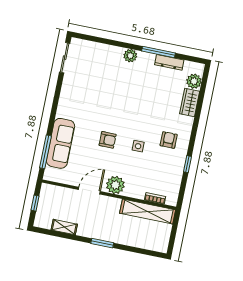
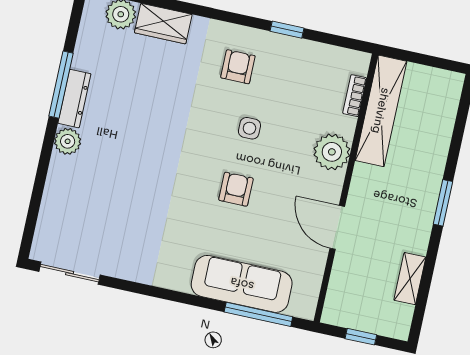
dresser: (169, 62) -> (74, 99), moved
armchair: (169, 140) -> (238, 67), turned 90
plant: (115, 185) -> (332, 152), moved

